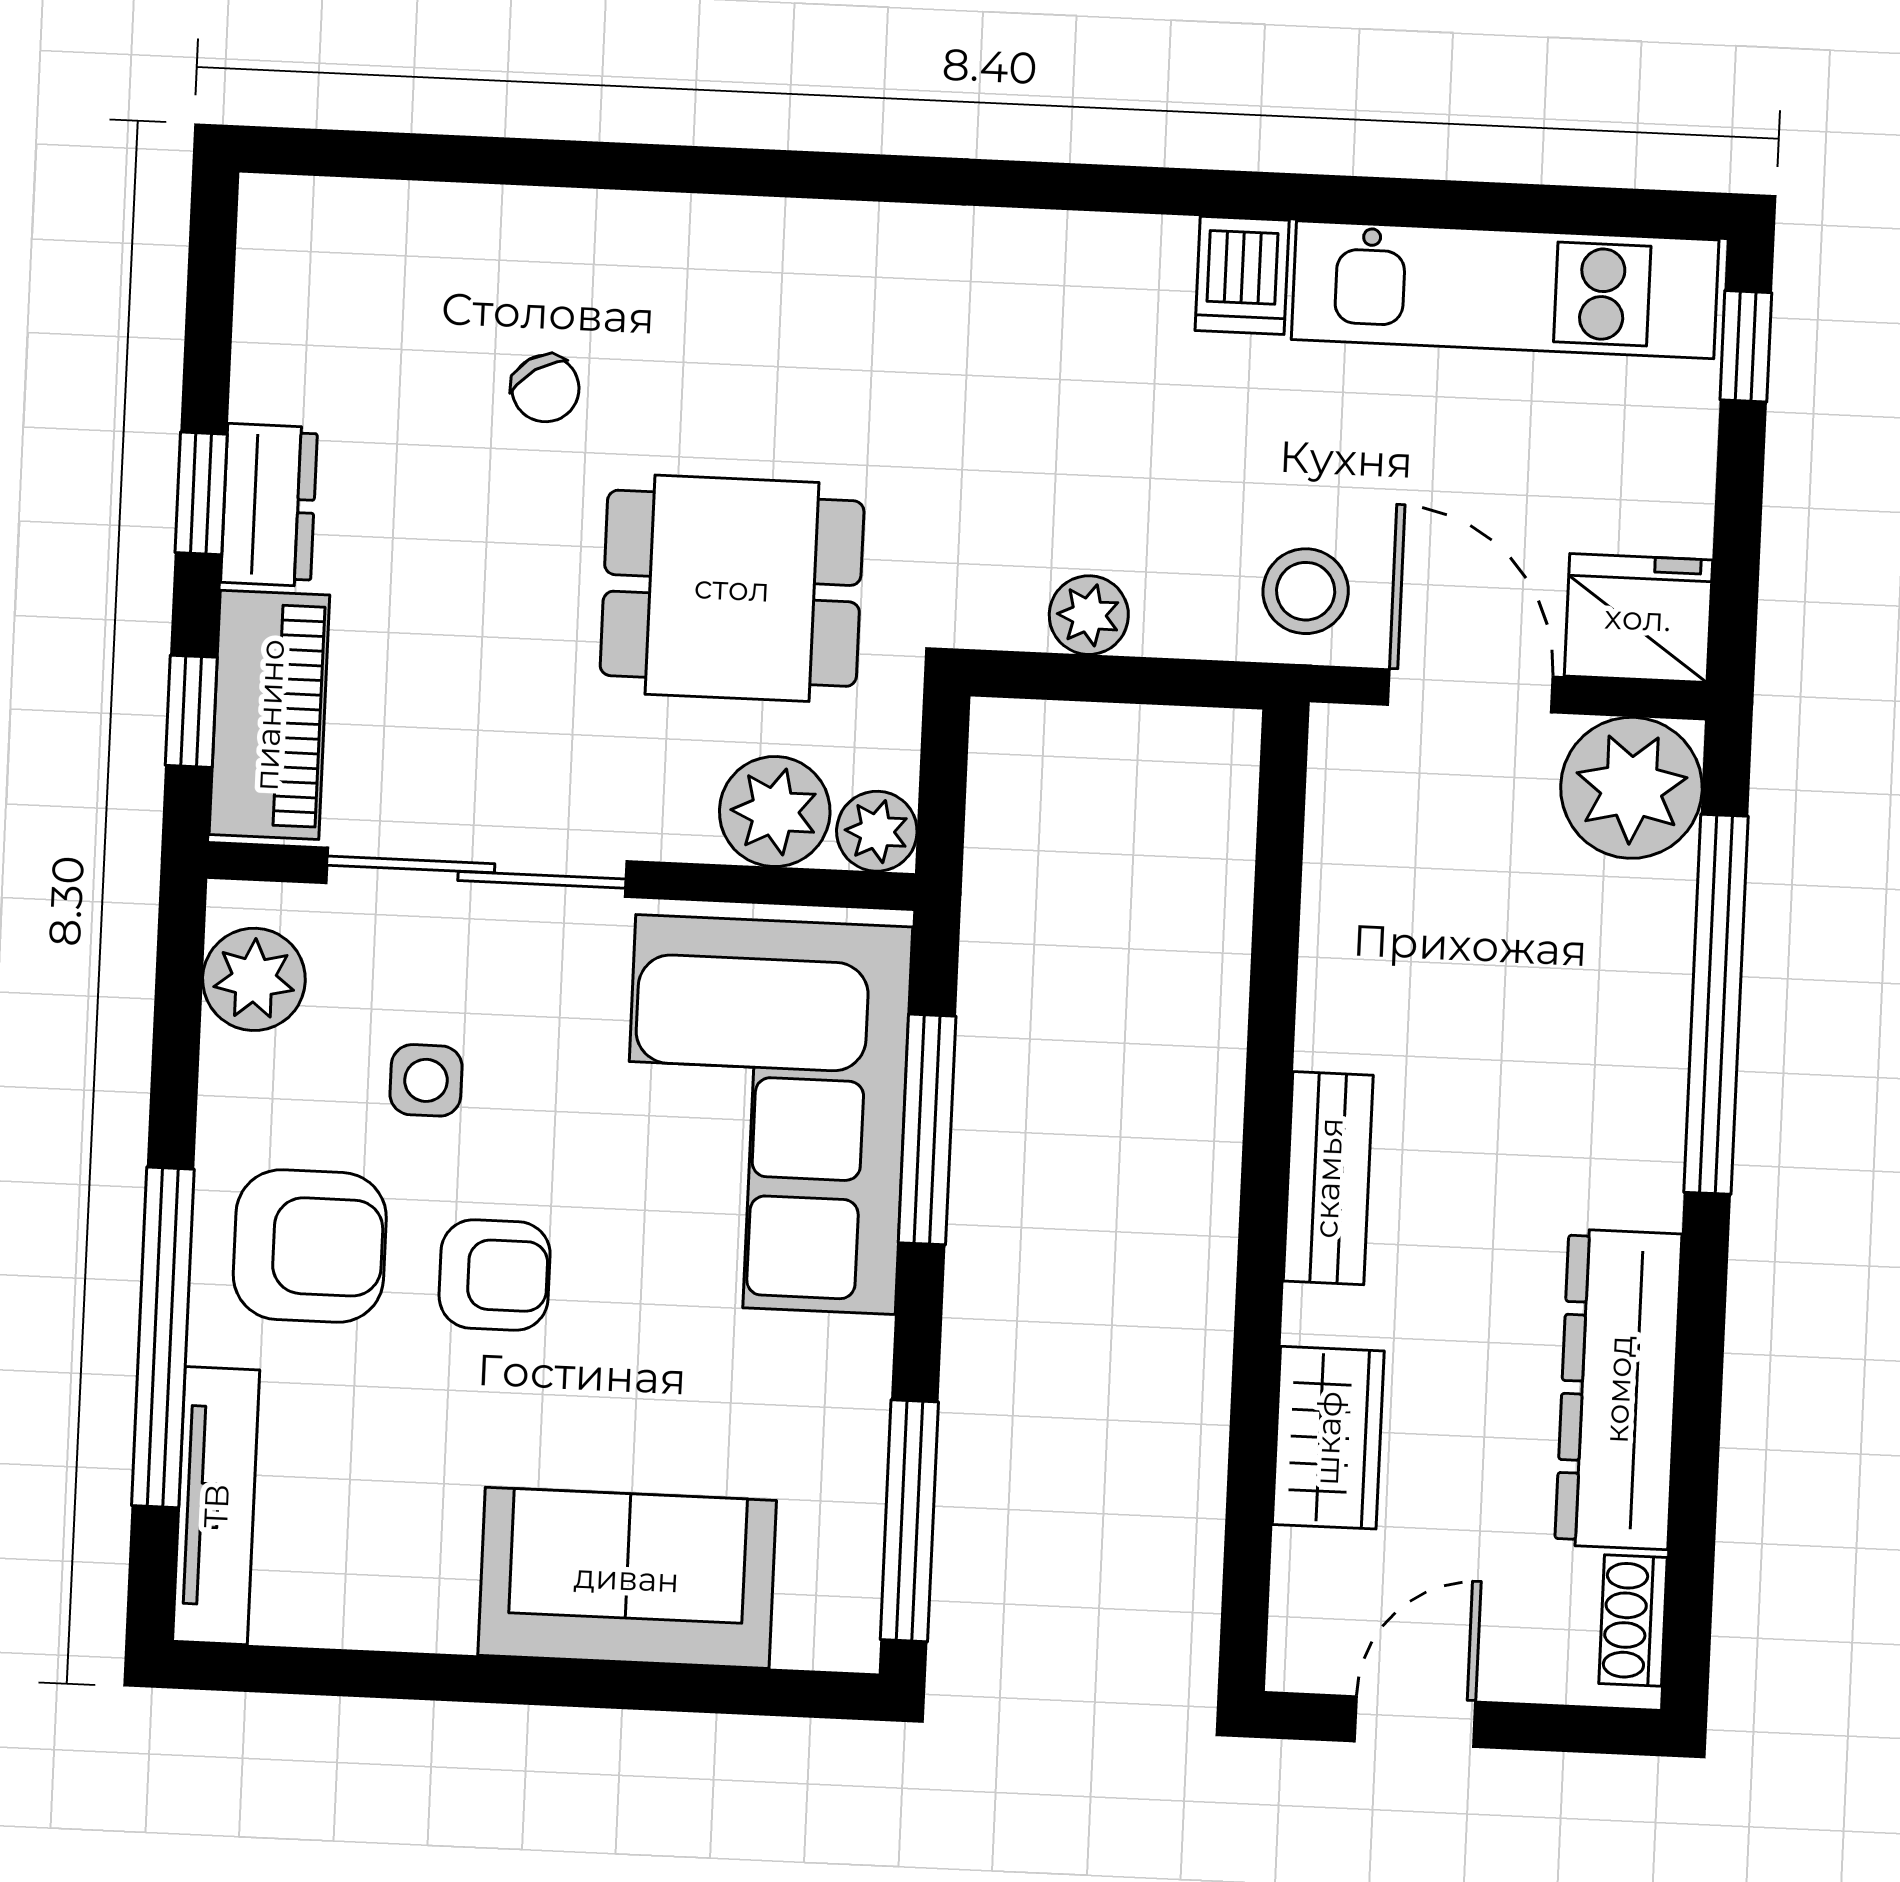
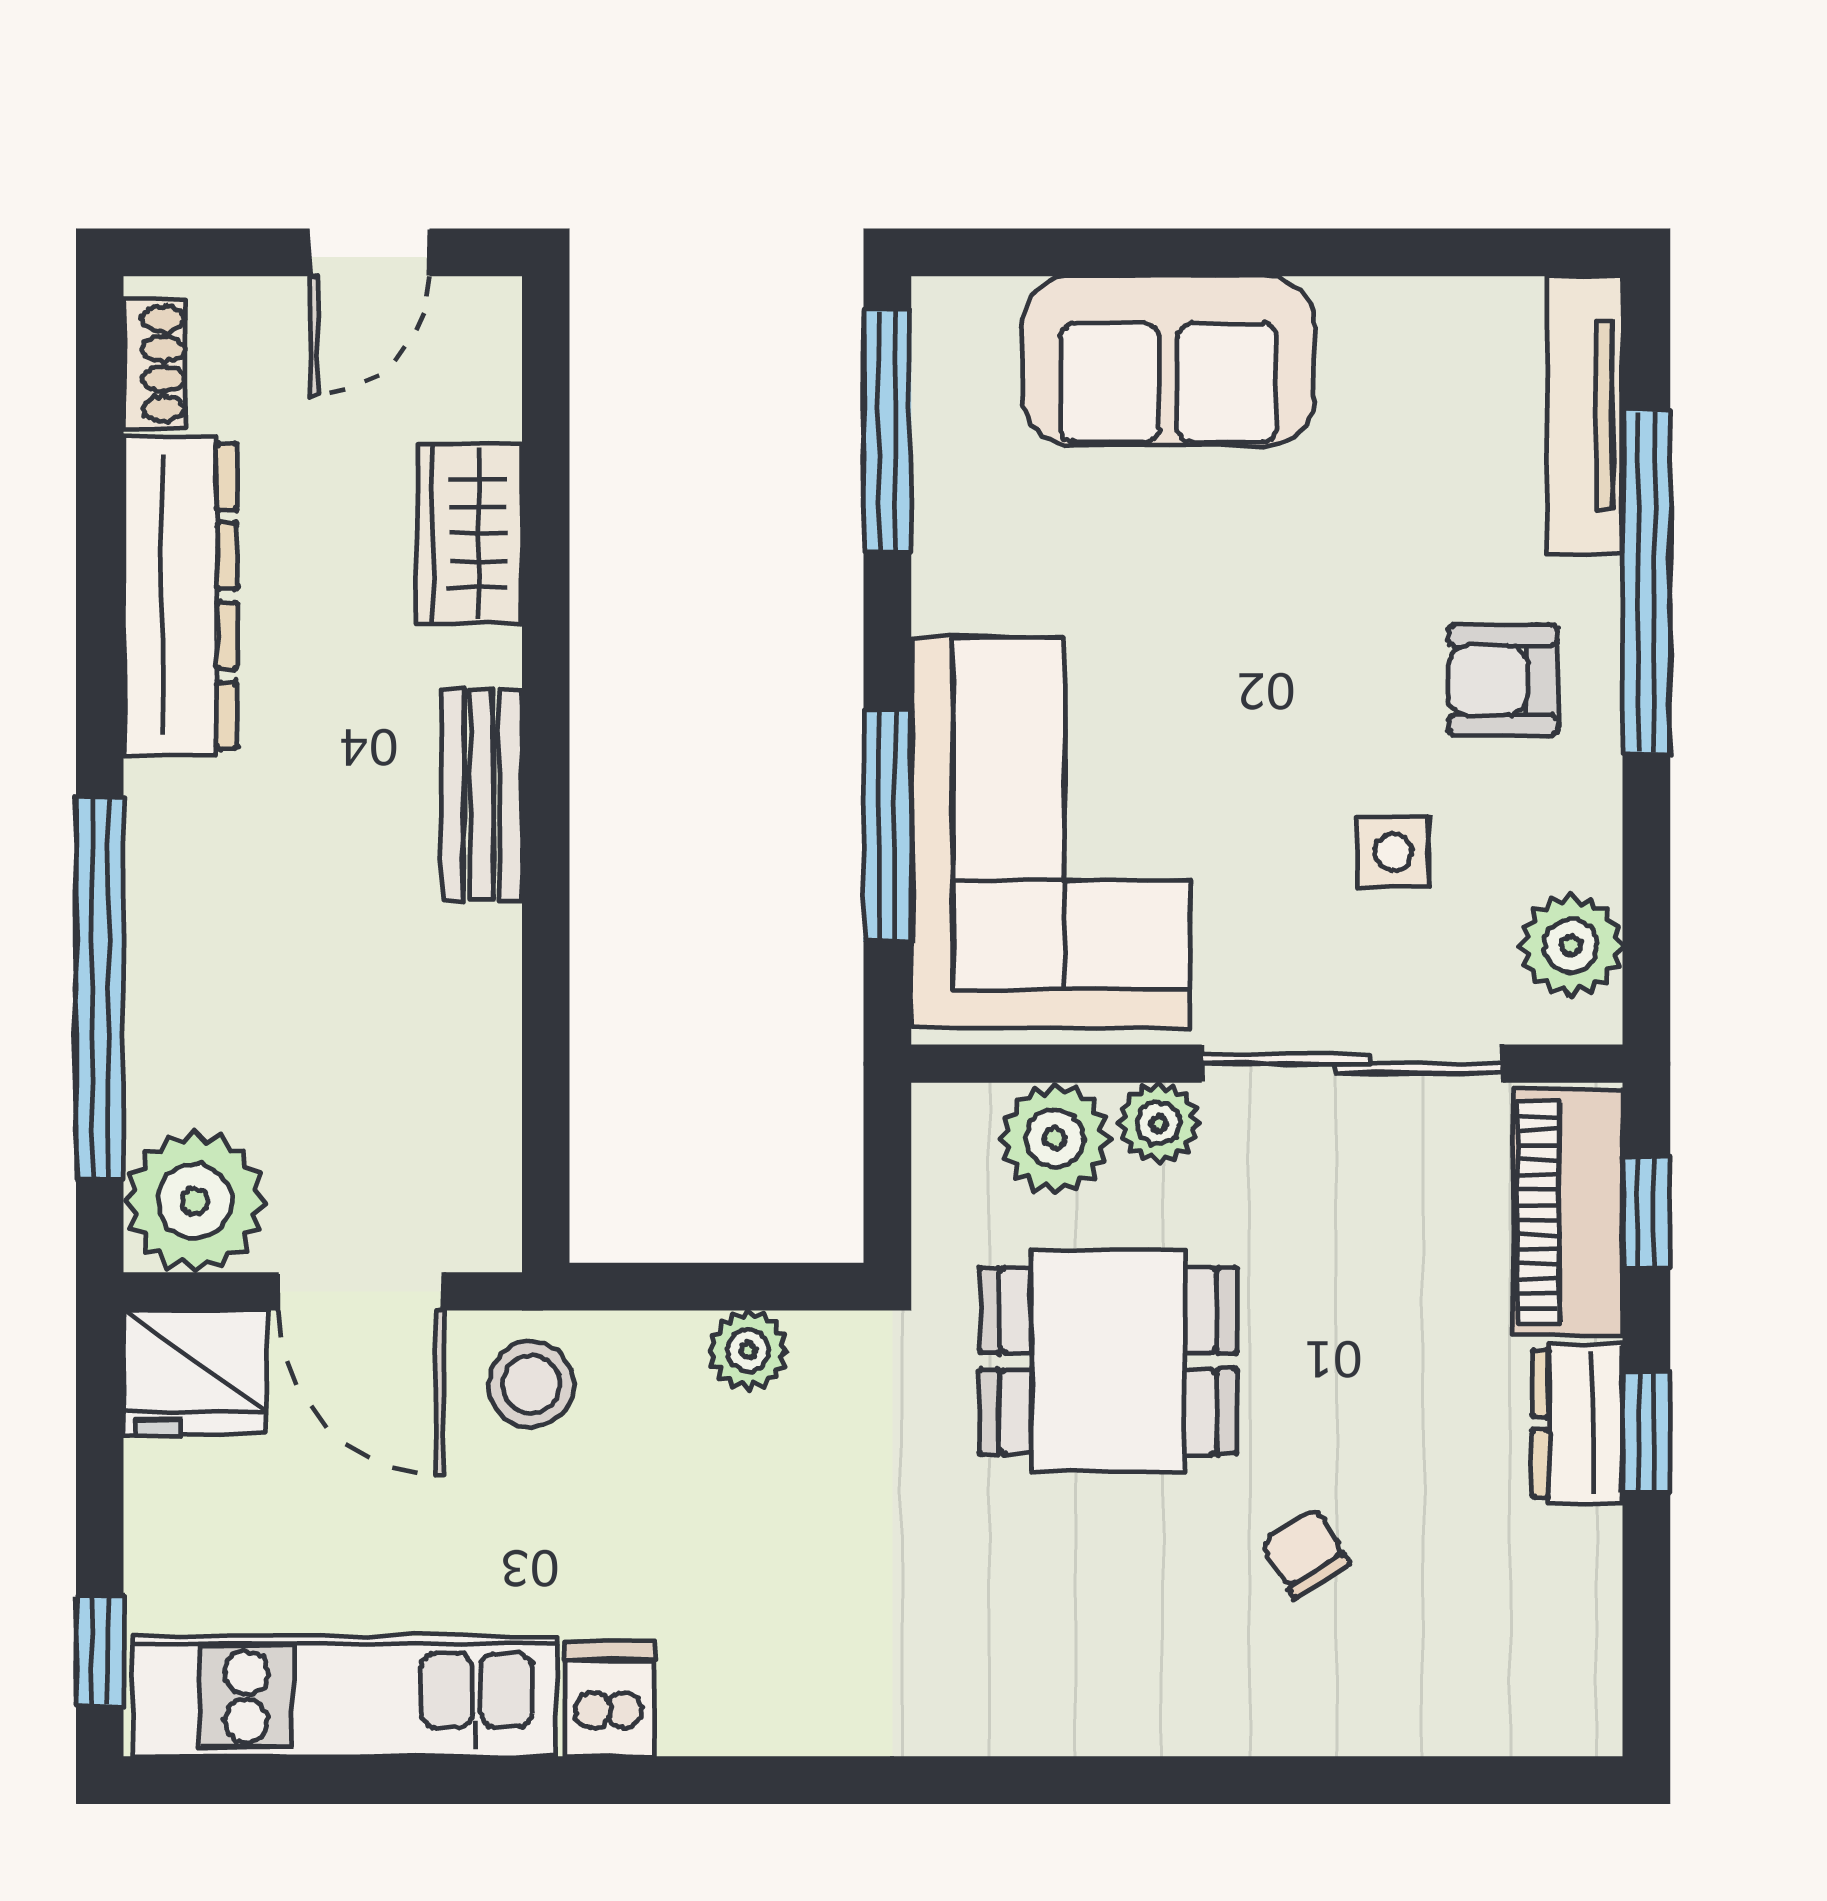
plant: (877, 831) -> (1159, 1123), moved
armchair: (310, 1246) -> (1503, 680), width x0.72, depth x0.72
armchair: (495, 1275) -> (1316, 659), removed

